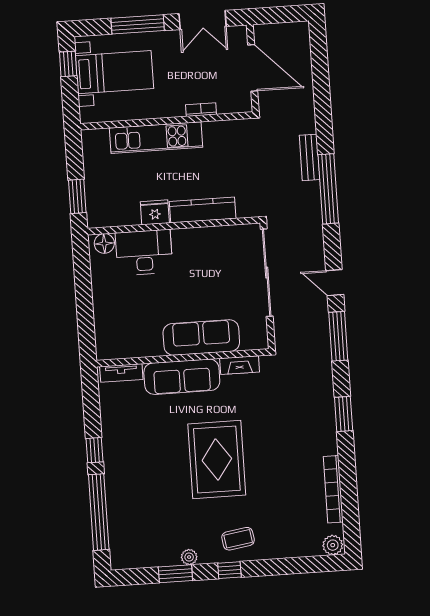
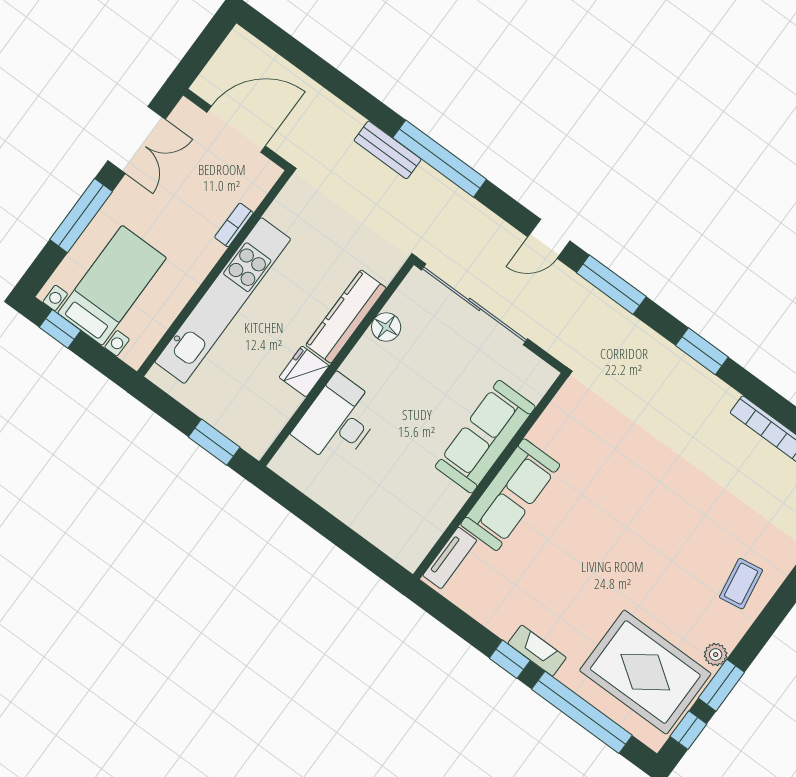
kitchen unit: (156, 138) -> (223, 301), width x1.36
floor lamp: (104, 243) -> (386, 327), moved
fireplace: (240, 365) -> (537, 651), moved, turned -90
rug: (217, 460) -> (645, 672), moved
window: (229, 570) -> (688, 730), moved

